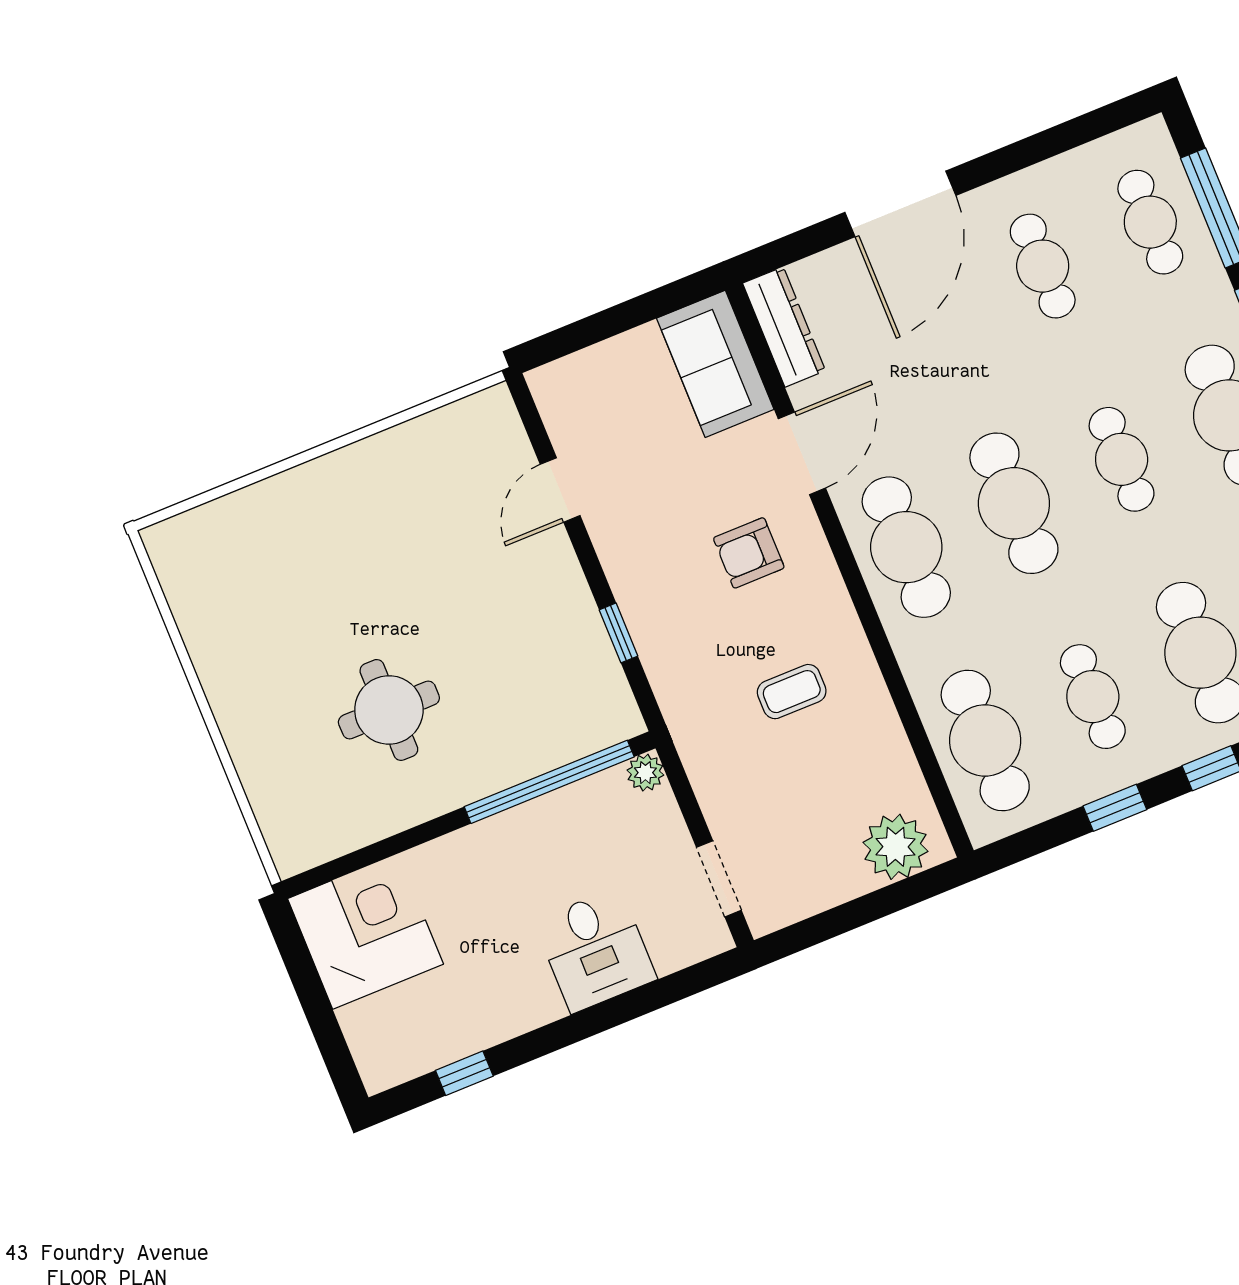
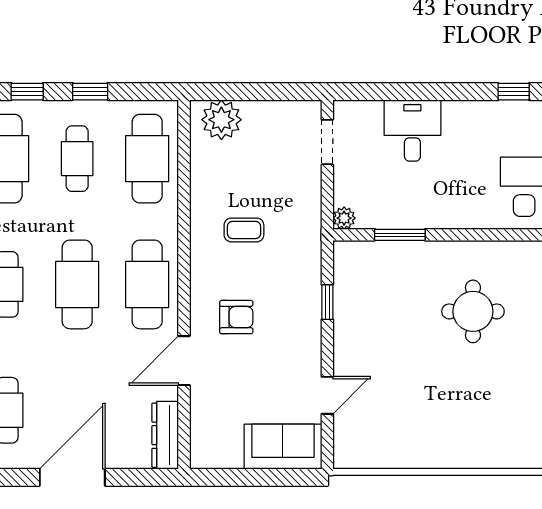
sofa: (715, 364) -> (283, 447), moved, turned -90
window: (549, 782) -> (400, 235), width x0.47

